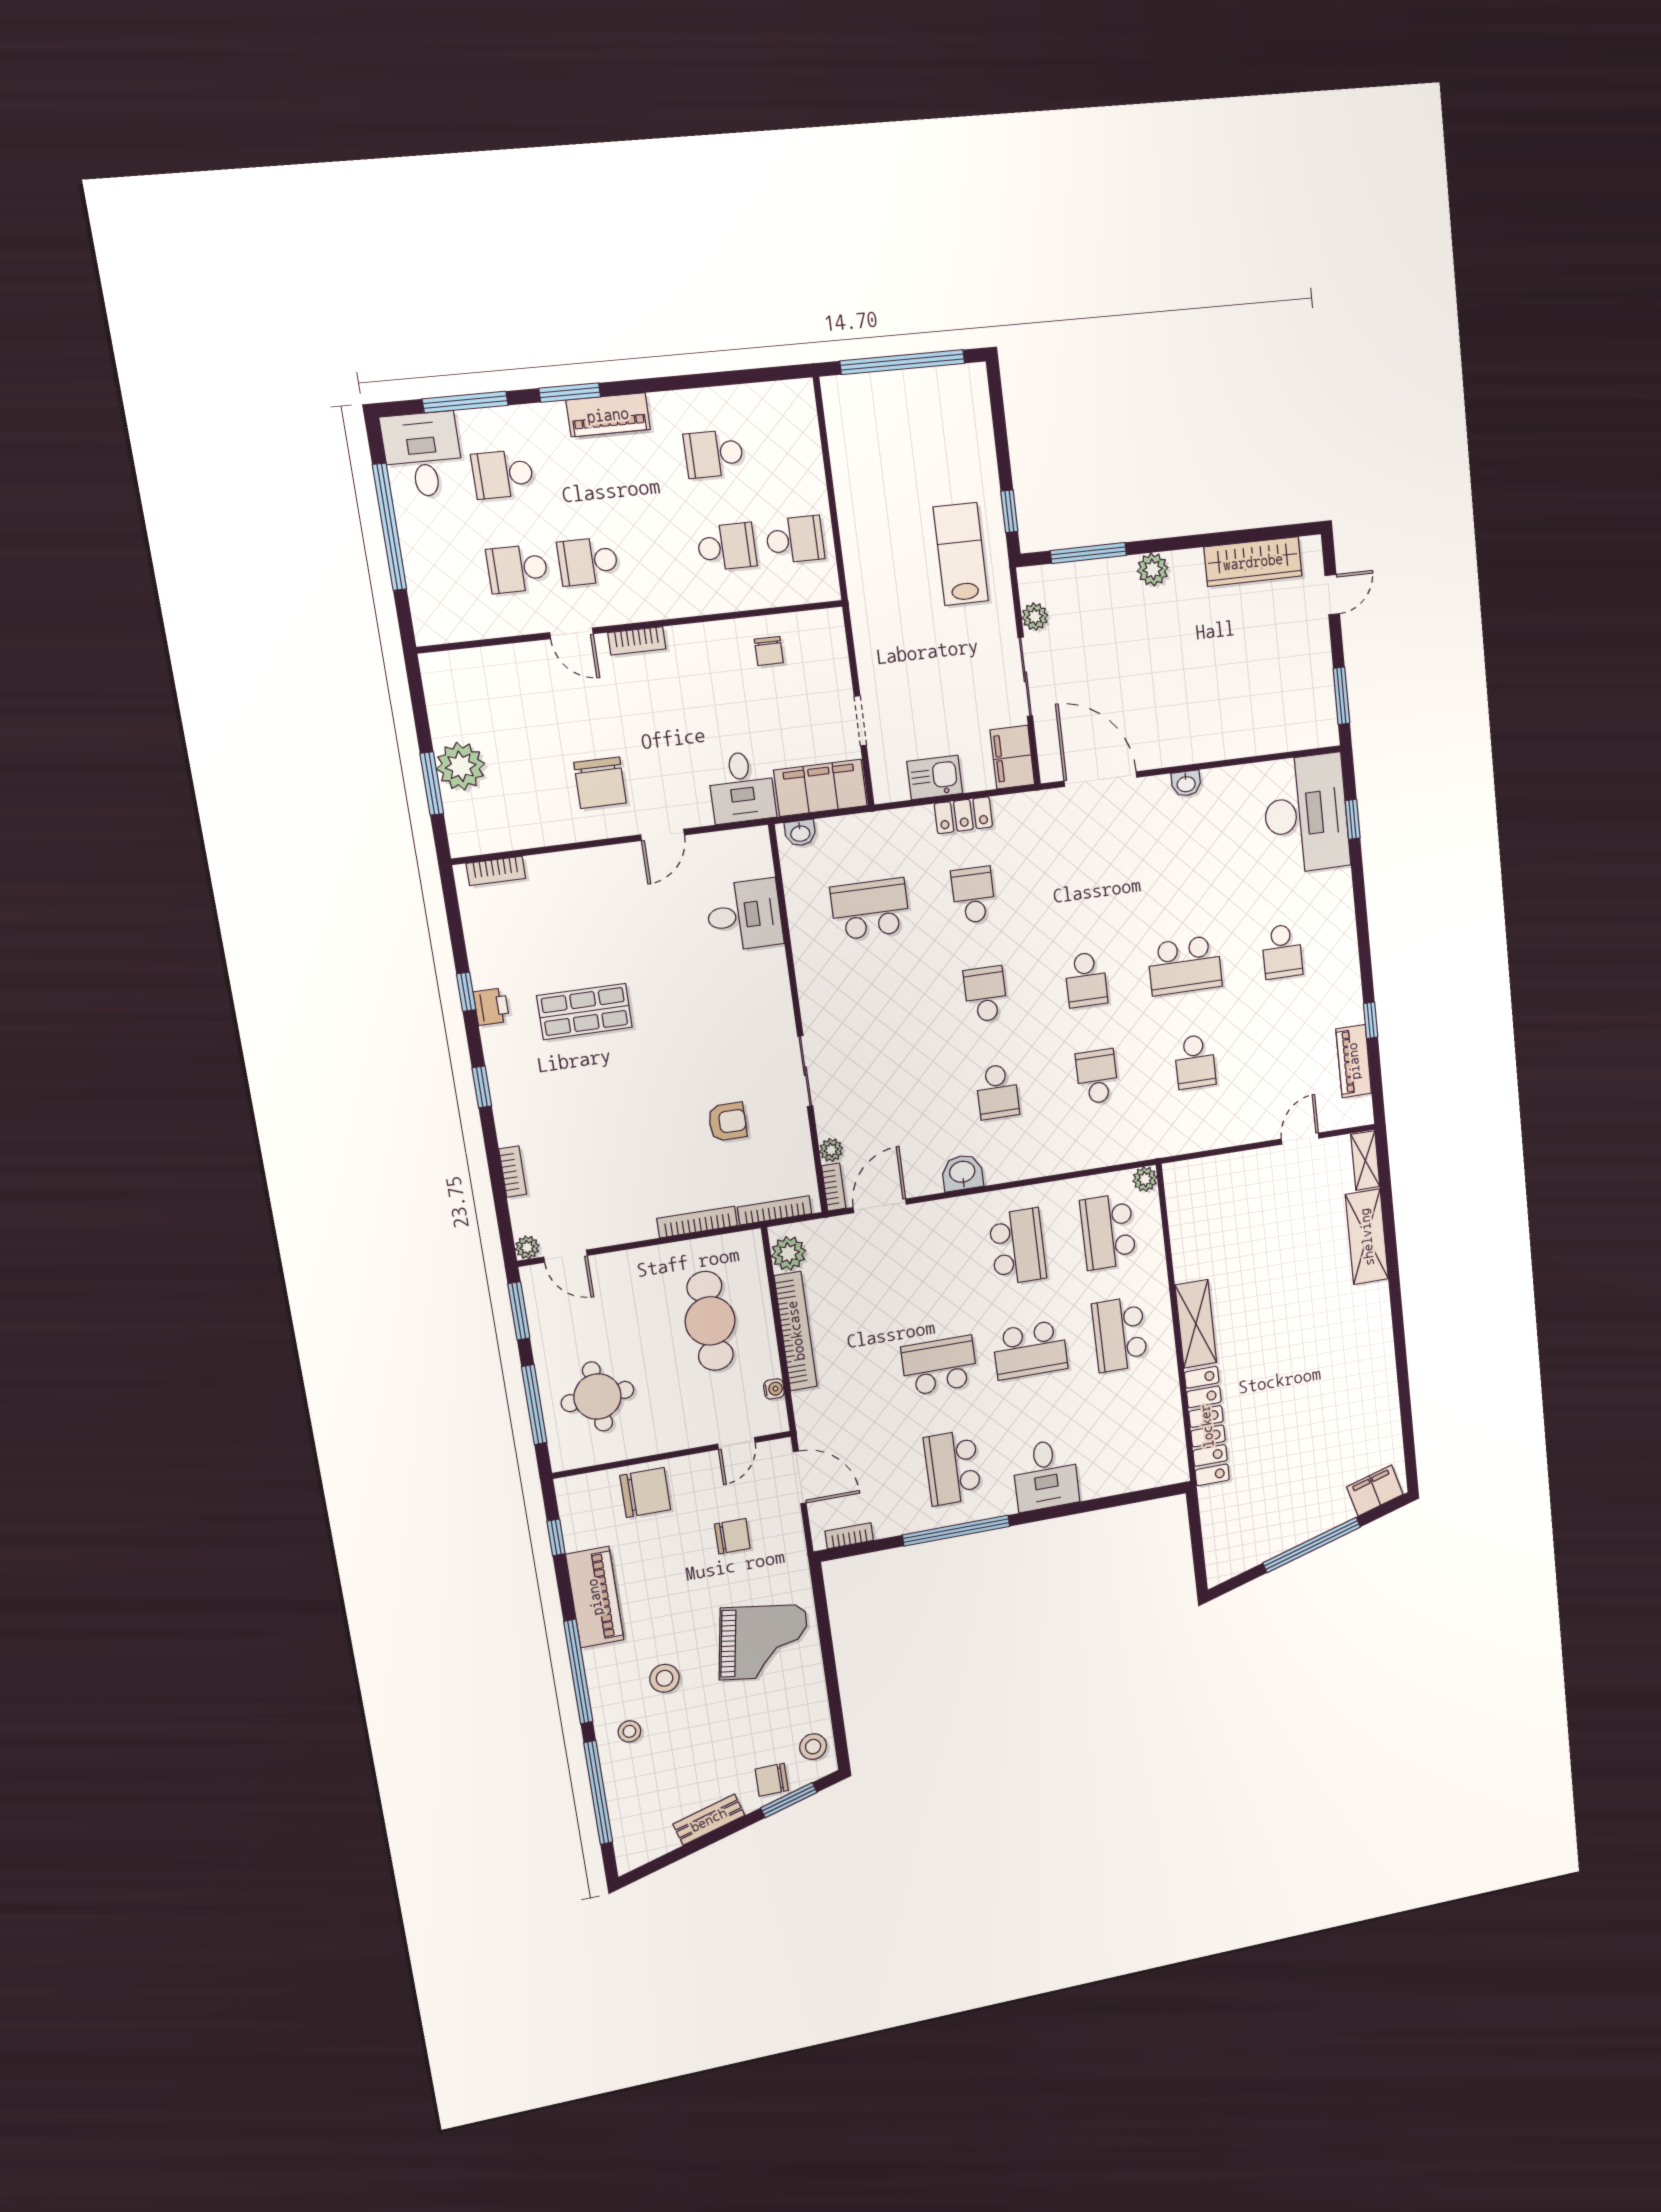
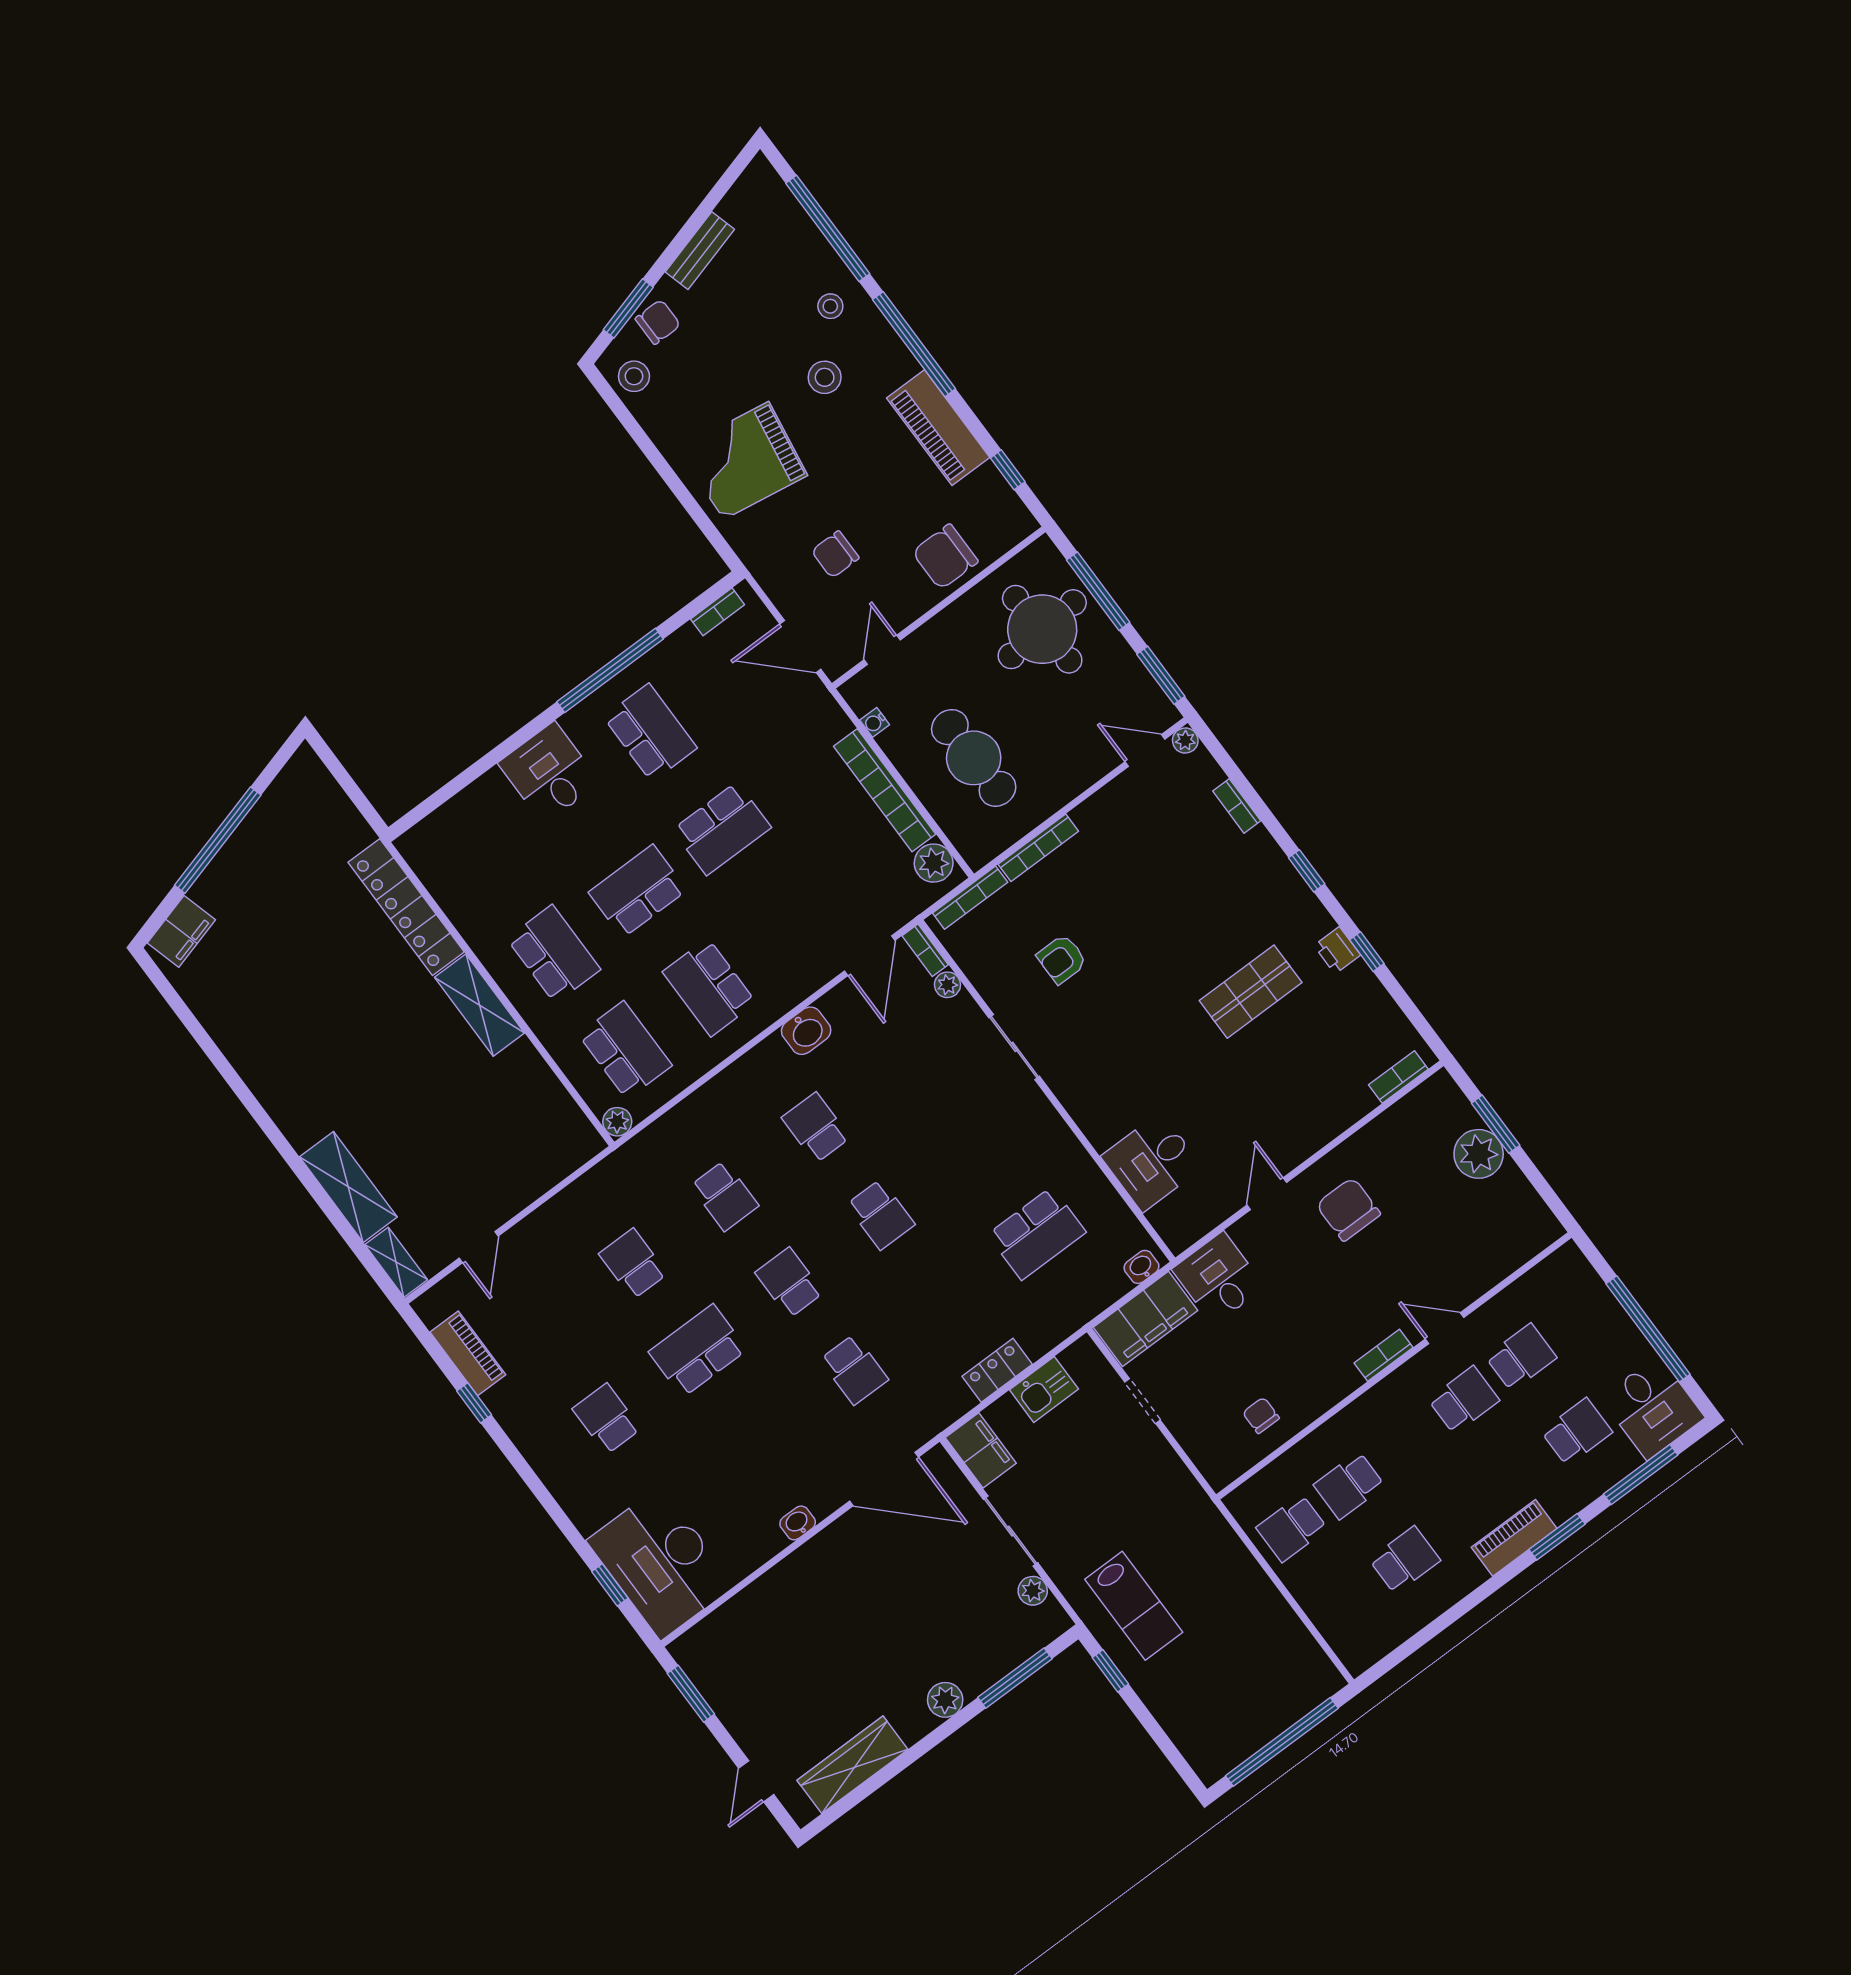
school desk: (973, 895) -> (854, 1370), moved
round table: (597, 1397) -> (1042, 629), width x1.36, depth x1.36

